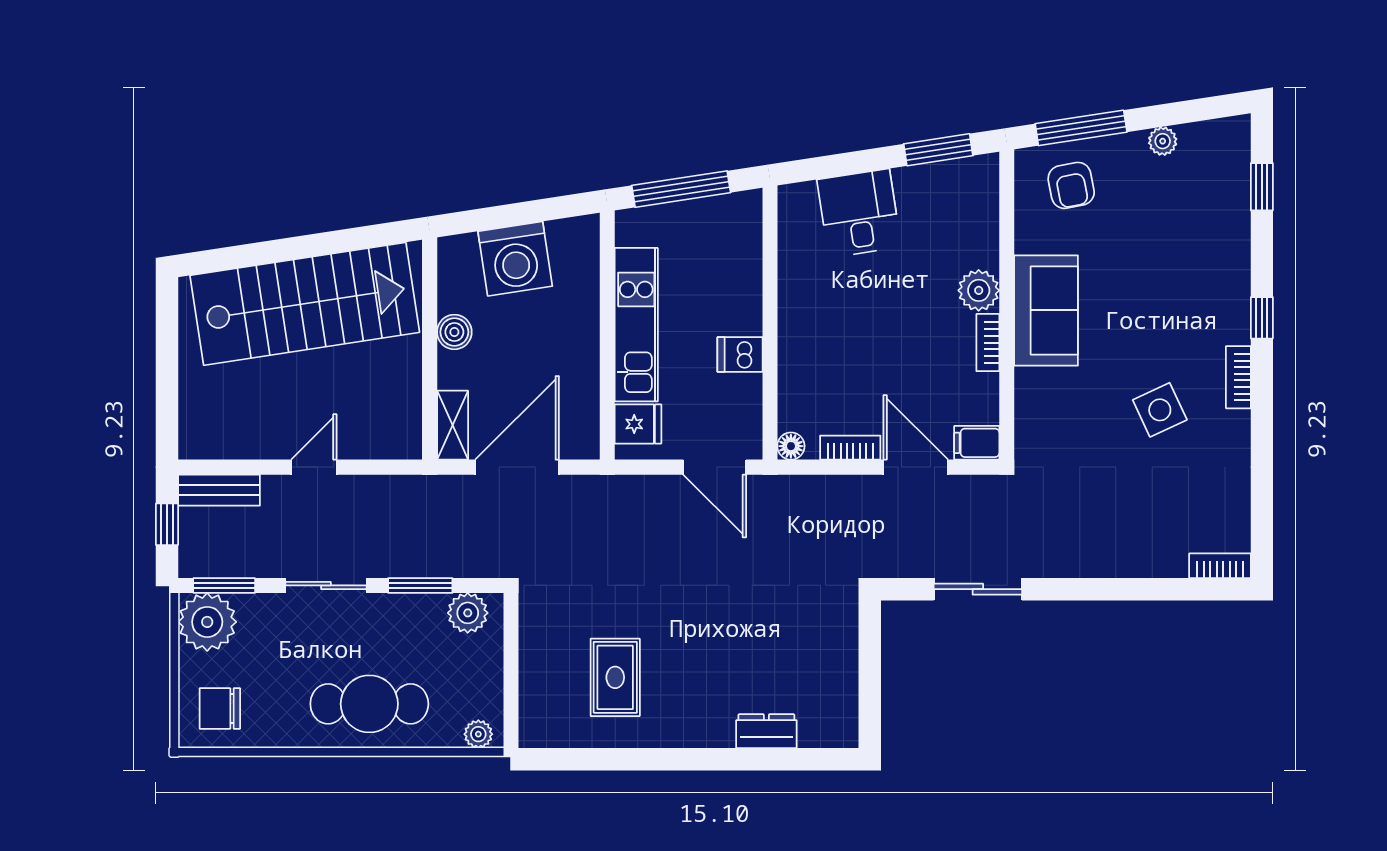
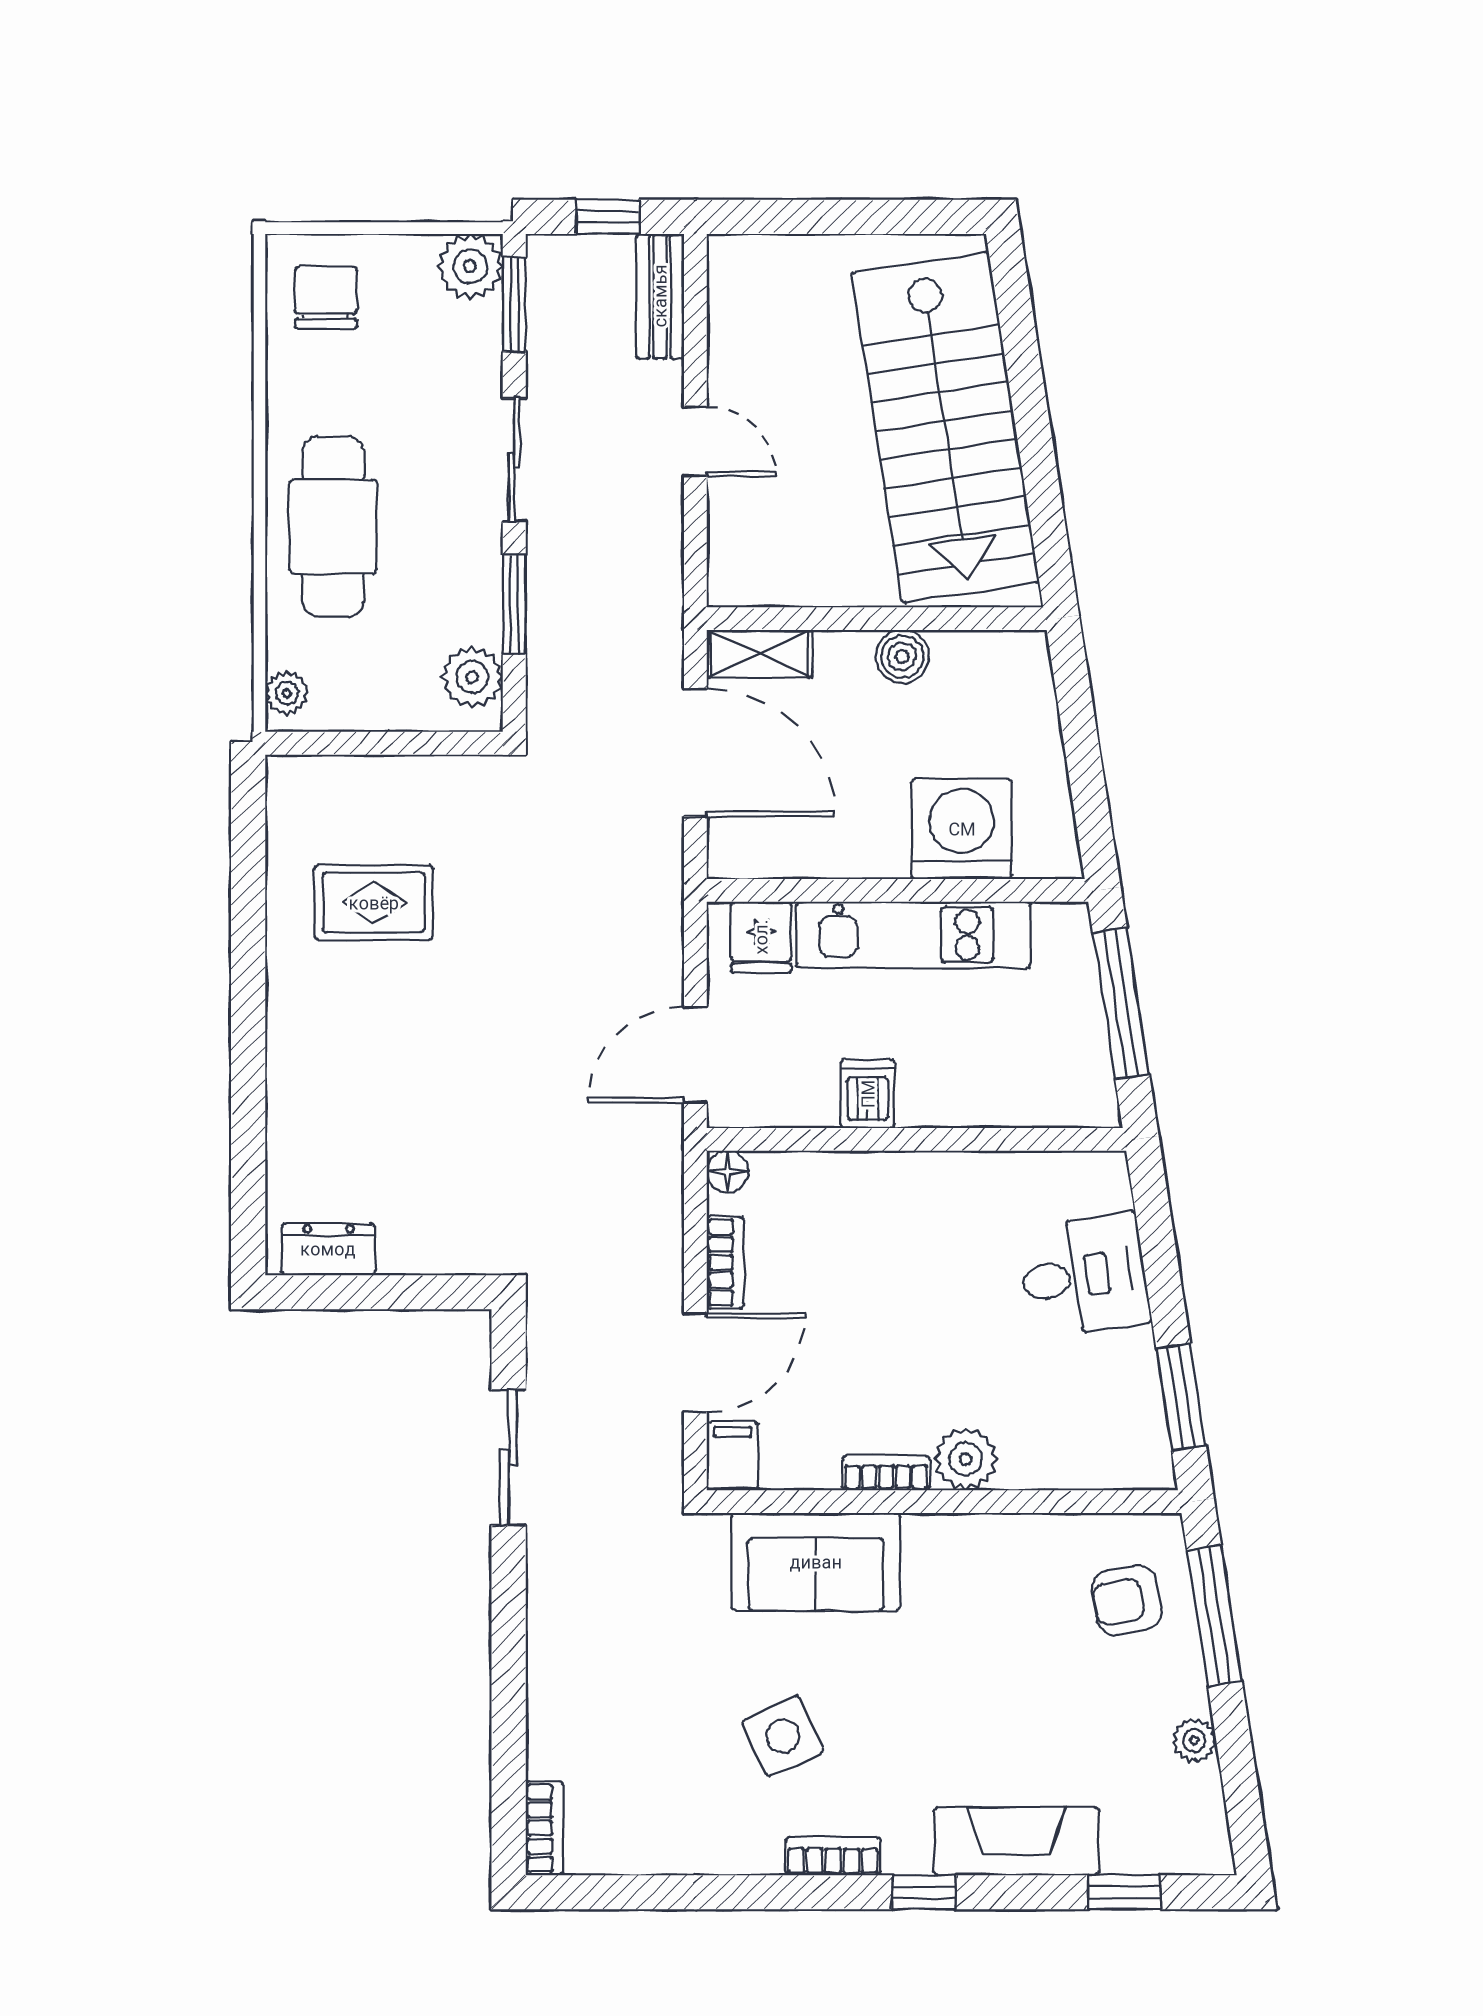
fireplace: (1229, 257) -> (1016, 1841), added
washing machine: (515, 259) -> (962, 829), moved, turned 99
sofa: (1046, 310) -> (816, 1562), moved
plant: (207, 622) -> (470, 266), width x0.73, depth x0.73
dresser: (766, 731) -> (328, 1249), moved, turned -90

